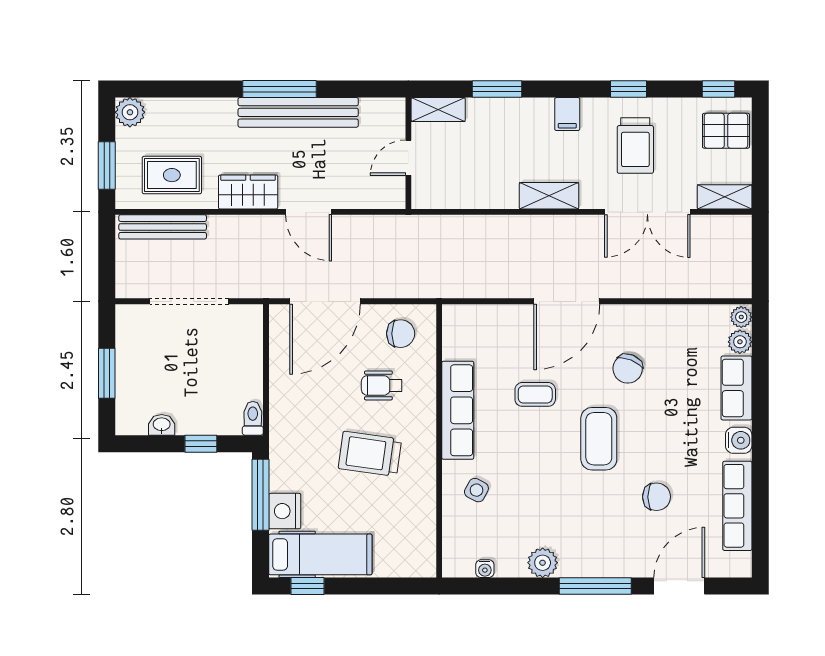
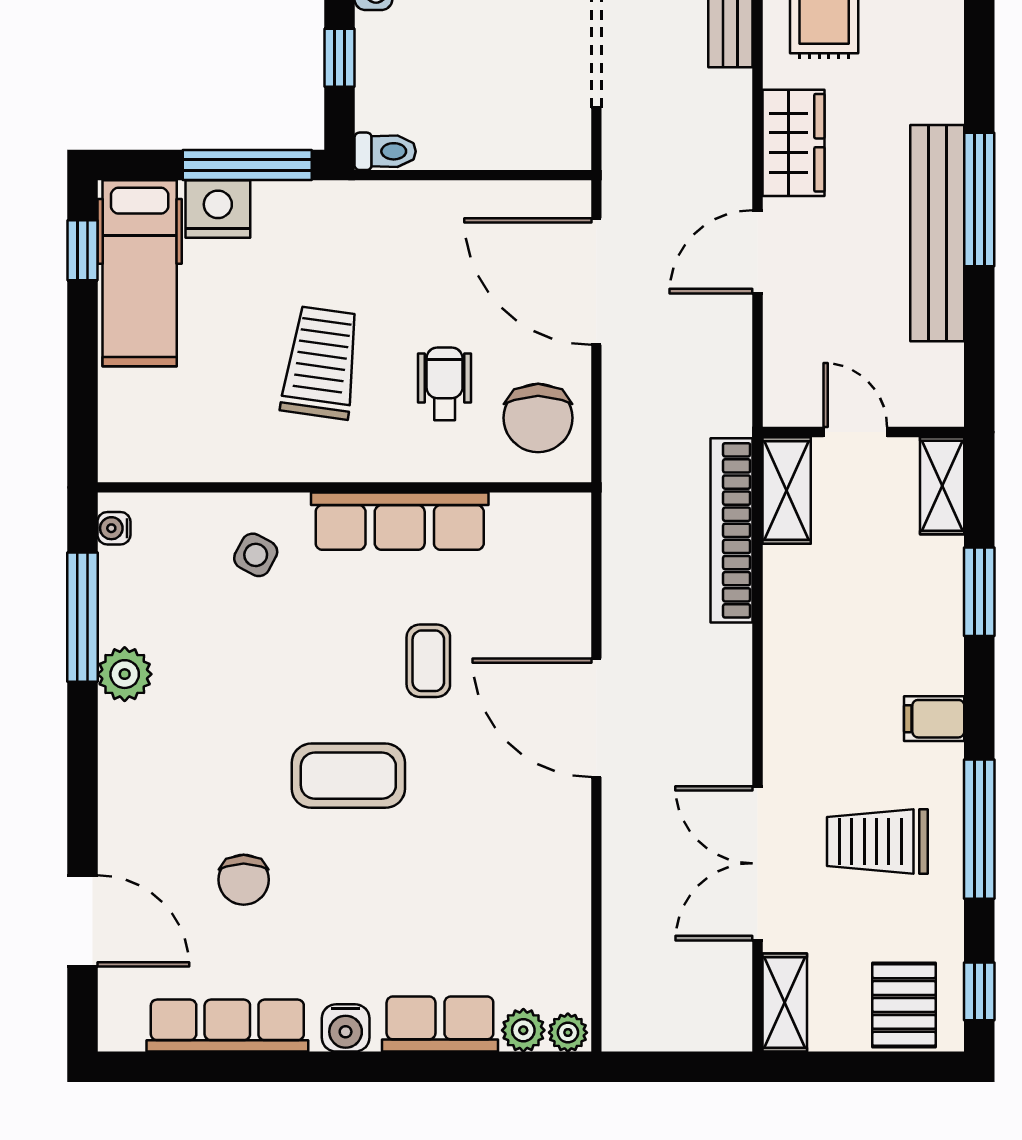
window: (628, 89) -> (979, 829), width x2.17
shelving: (549, 196) -> (787, 491), moved
bookcase: (463, 226) -> (732, 530), added
chair: (401, 334) -> (538, 418), width x1.37, depth x1.37
chair: (628, 369) -> (475, 828), removed
water cooler: (485, 569) -> (114, 528), moved
window: (595, 586) -> (82, 617), moved

